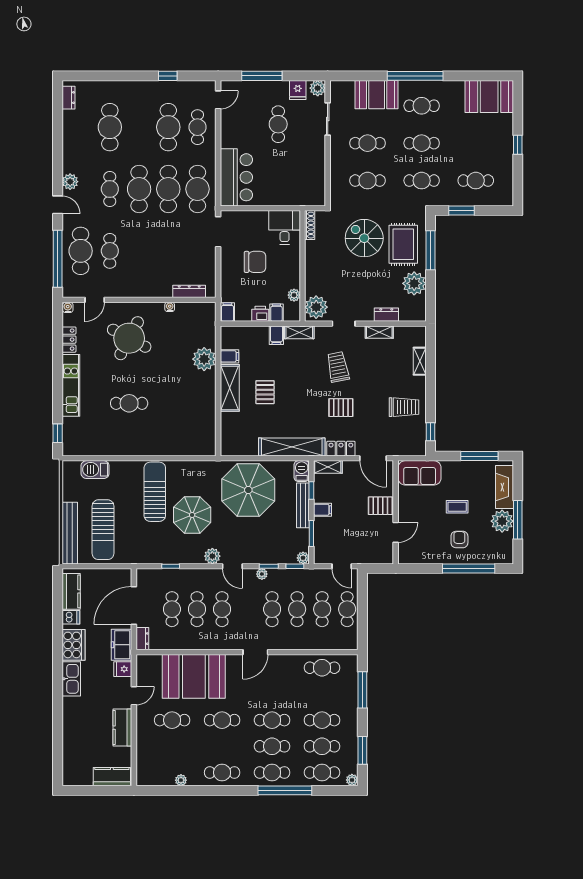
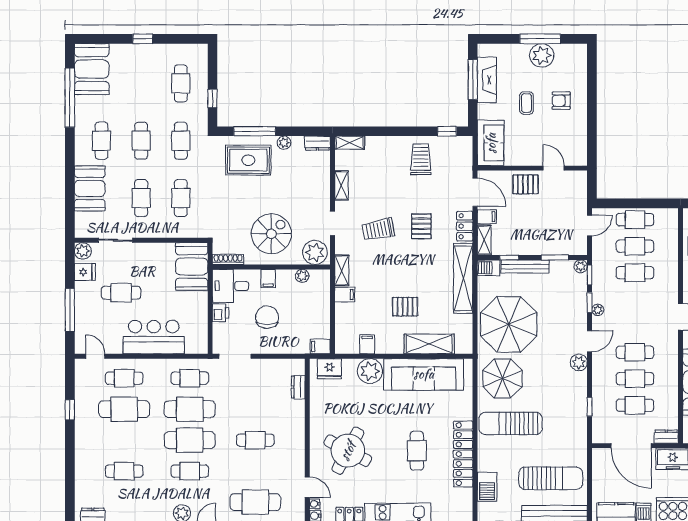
window: (415, 76) -> (70, 98), moved
cafe table: (110, 127) -> (124, 471), width x0.73, depth x0.74
bar counter: (236, 177) -> (154, 337), moved
cafe table: (198, 189) -> (190, 378), width x0.73, depth x0.74
booth: (303, 191) -> (192, 267), added
window: (461, 210) -> (212, 99), width x0.67
spiral stairs: (364, 238) -> (271, 234), moved, turned 180
cafe table: (110, 251) -> (255, 440), moved
plant: (414, 283) -> (284, 143), width x0.53, depth x0.53
dresser: (189, 291) -> (298, 387), width x0.70
water cooler: (170, 307) -> (315, 504), moved
filing cabinet: (276, 313) -> (268, 279), moved, turned -90
printer: (260, 314) -> (221, 313), moved, turned 180
dresser: (386, 315) -> (317, 143), moved, turned -90
fridge: (206, 321) -> (329, 369), added
shelving: (420, 361) -> (350, 143), moved
shelving: (230, 388) -> (429, 344), moved
sofa: (201, 410) -> (424, 374), added
locker: (126, 447) -> (463, 454), added
door: (373, 458) -> (475, 192), hinge flipped
fireplace: (504, 487) -> (487, 80), moved, turned -90
pallet: (380, 506) -> (525, 184), turned 90
filing cabinet: (323, 510) -> (487, 217), moved, turned 90
parasol: (192, 515) -> (502, 378), moved
window: (469, 568) -> (592, 91), removed
cafe table: (272, 609) -> (635, 299), removed

